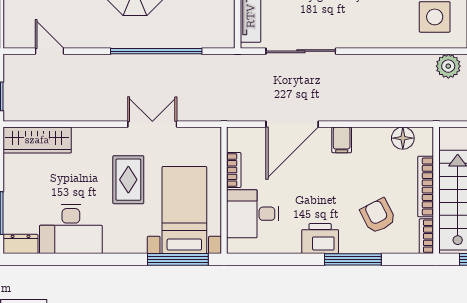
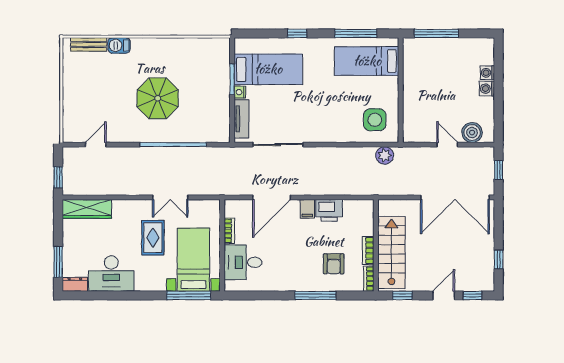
door: (50, 51) -> (96, 145), hinge flipped
double door: (152, 124) -> (170, 197), swing flipped
floor lamp: (403, 138) -> (352, 208), removed
bookcase: (426, 187) -> (368, 251), width x0.64
armchair: (378, 216) -> (334, 264), turned -153
printer: (320, 239) -> (329, 210), moved, turned 180

